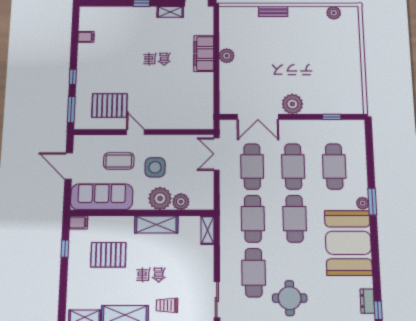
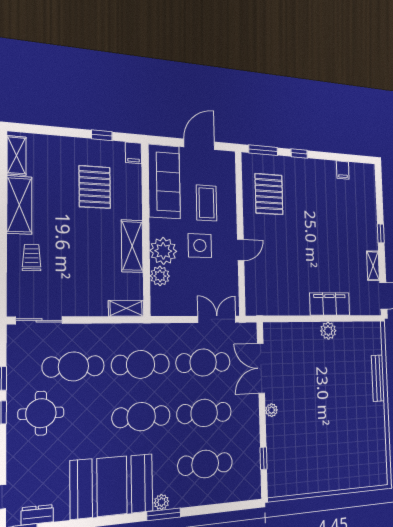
bench: (273, 11) -> (378, 378), width x1.36
plant: (334, 13) -> (380, 456), removed
plant: (292, 104) -> (271, 410), width x0.53, depth x0.53
door: (135, 132) -> (241, 250), moved

